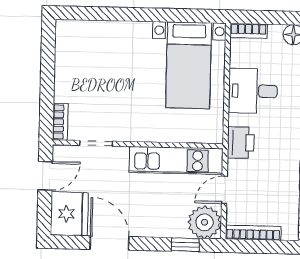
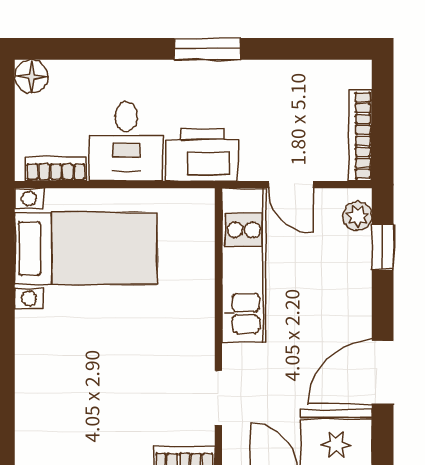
bookcase: (249, 31) -> (56, 169), moved, turned -90
printer: (241, 143) -> (202, 155), width x1.37, depth x1.19
plant: (205, 222) -> (357, 216), width x0.53, depth x0.53

